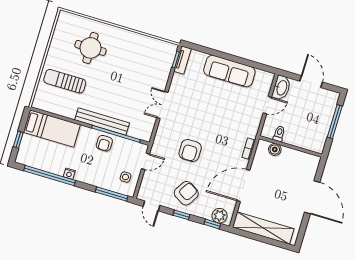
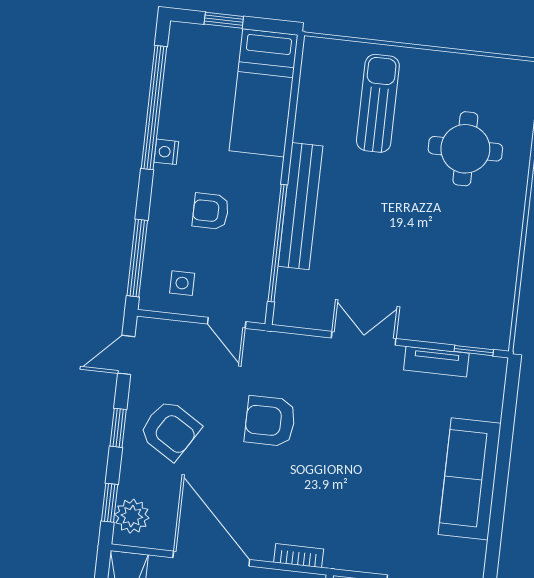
tv unit: (182, 60) -> (436, 362), moved
armchair: (104, 143) -> (211, 211), moved

